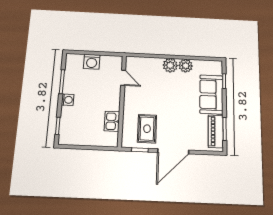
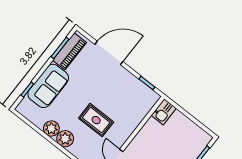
kitchen sink: (112, 121) -> (164, 112), moved
rug: (147, 129) -> (96, 120), moved, turned 90
door: (173, 151) -> (109, 53), moved

